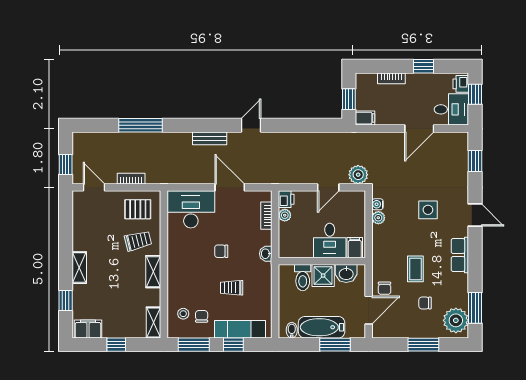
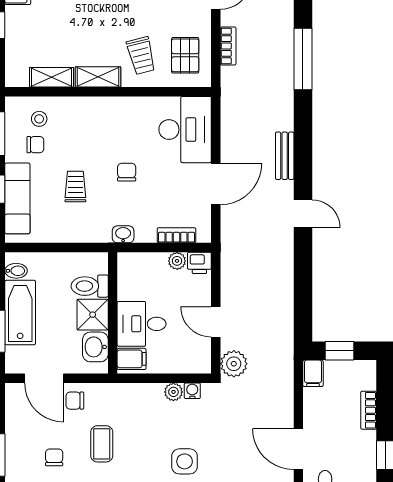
coffee table: (415, 269) -> (102, 444), turned 90
shelving: (154, 322) -> (52, 77), moved

